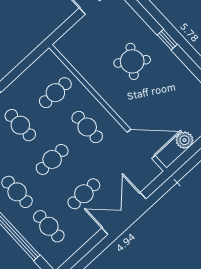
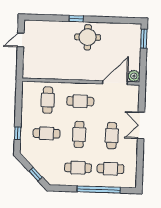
round table: (132, 61) -> (88, 37), moved, turned -36
plant: (184, 140) -> (134, 76), moved
double door: (124, 213) -> (141, 125), width x0.73

